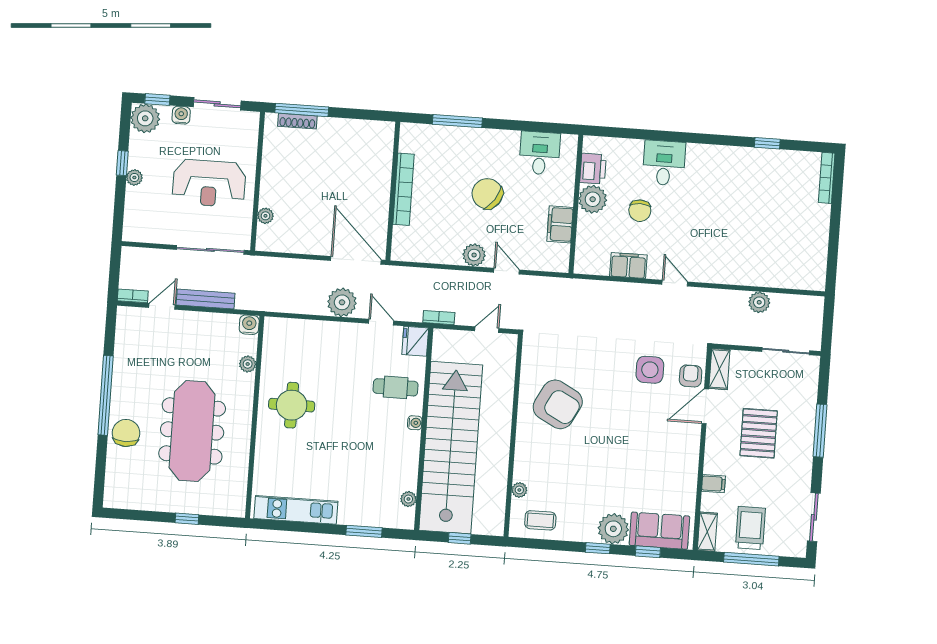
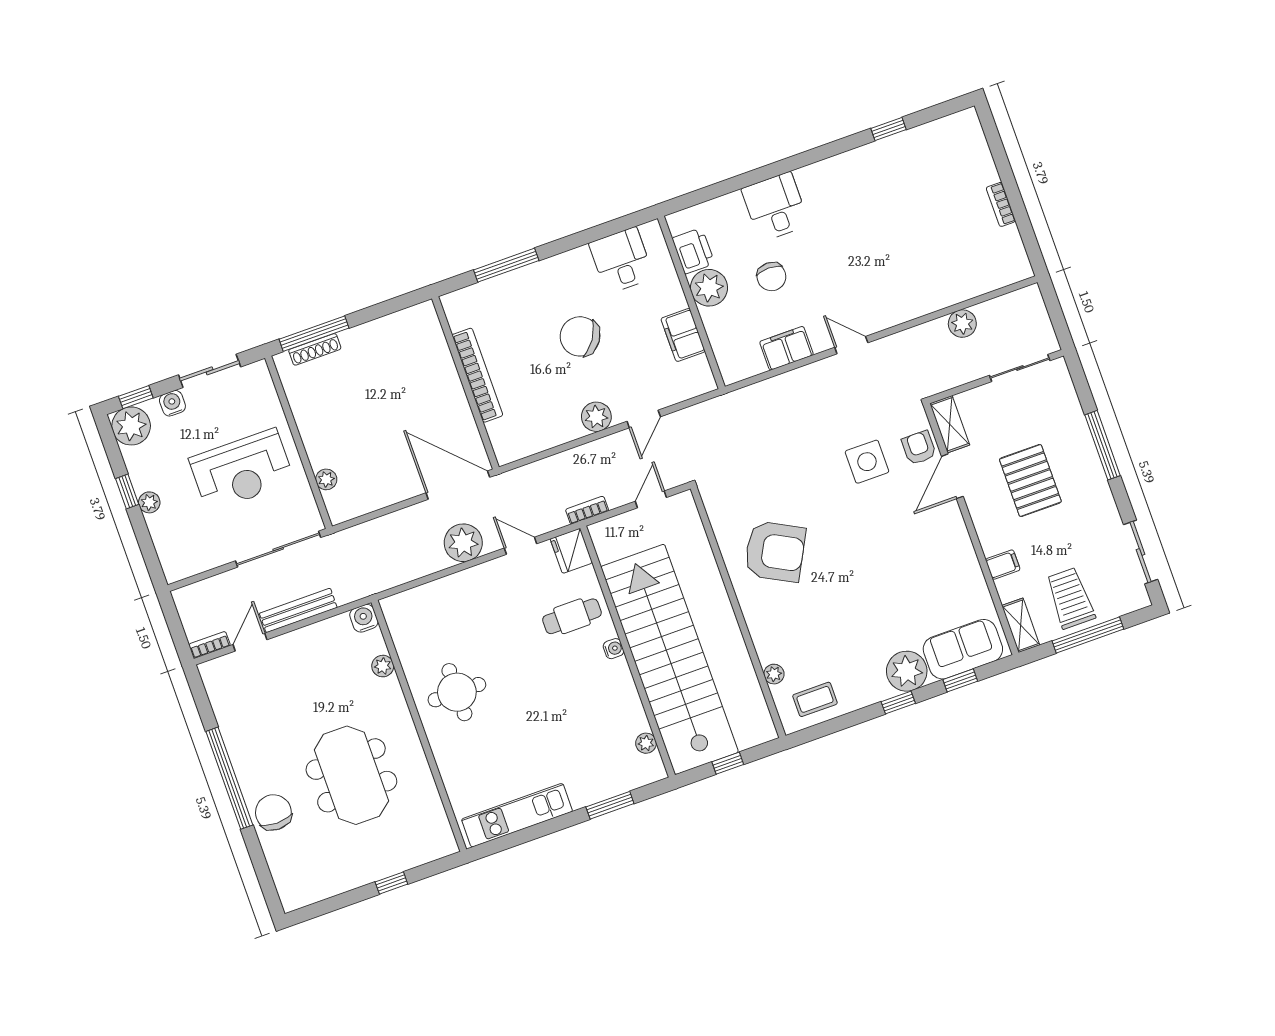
bookcase: (827, 178) -> (1001, 204), moved, width x0.64
door: (507, 271) -> (644, 419), swing flipped
meeting table: (192, 431) -> (351, 775), width x0.73

